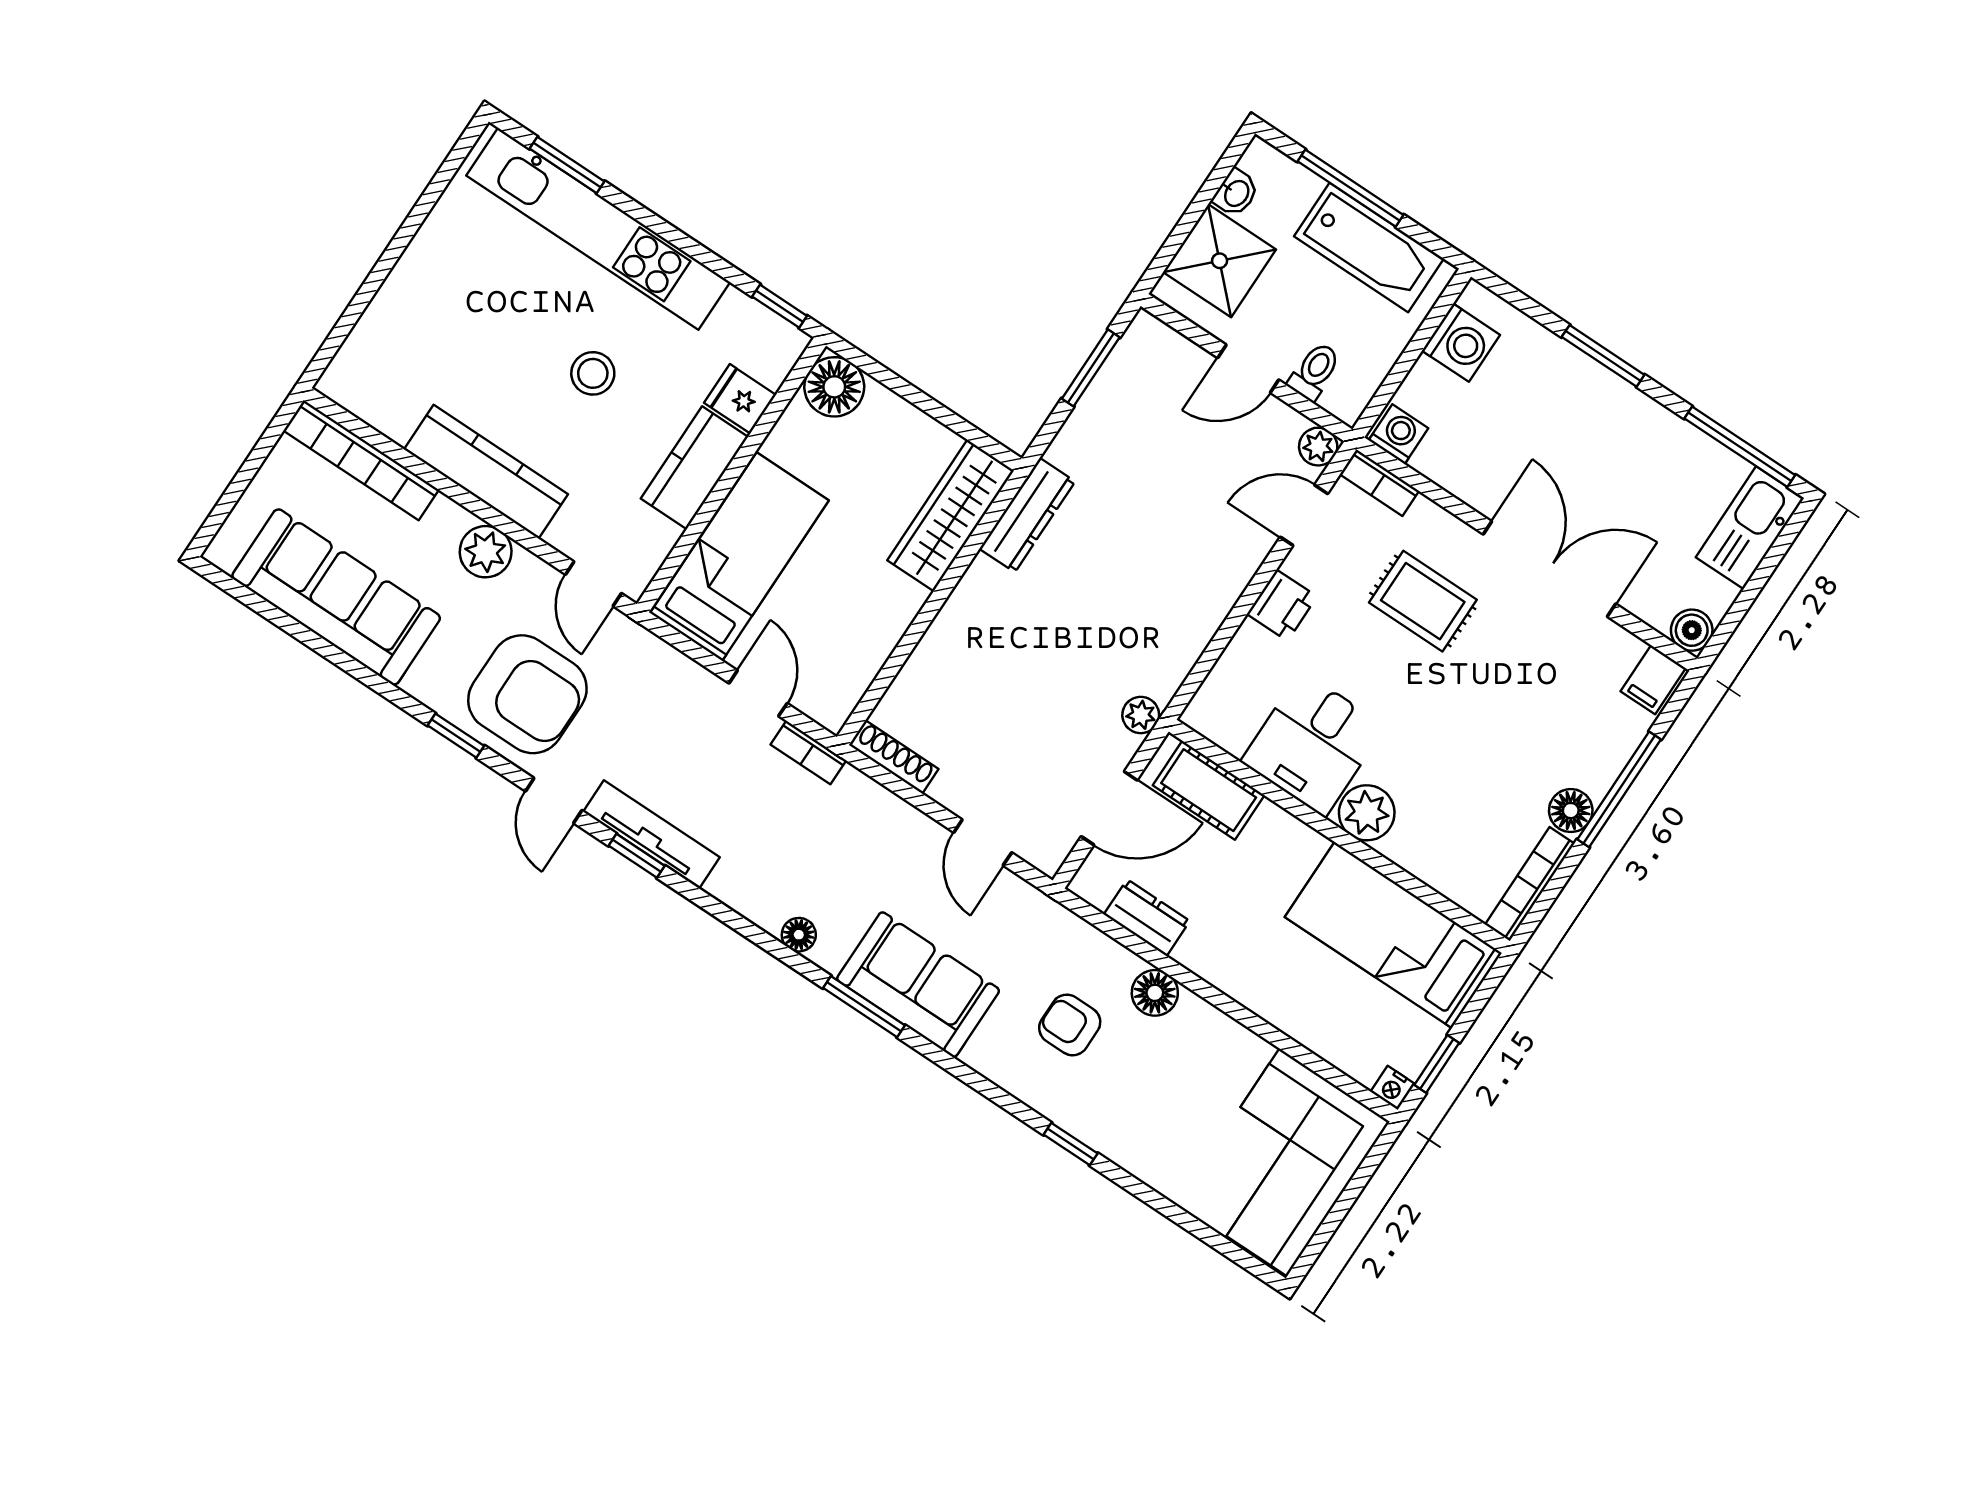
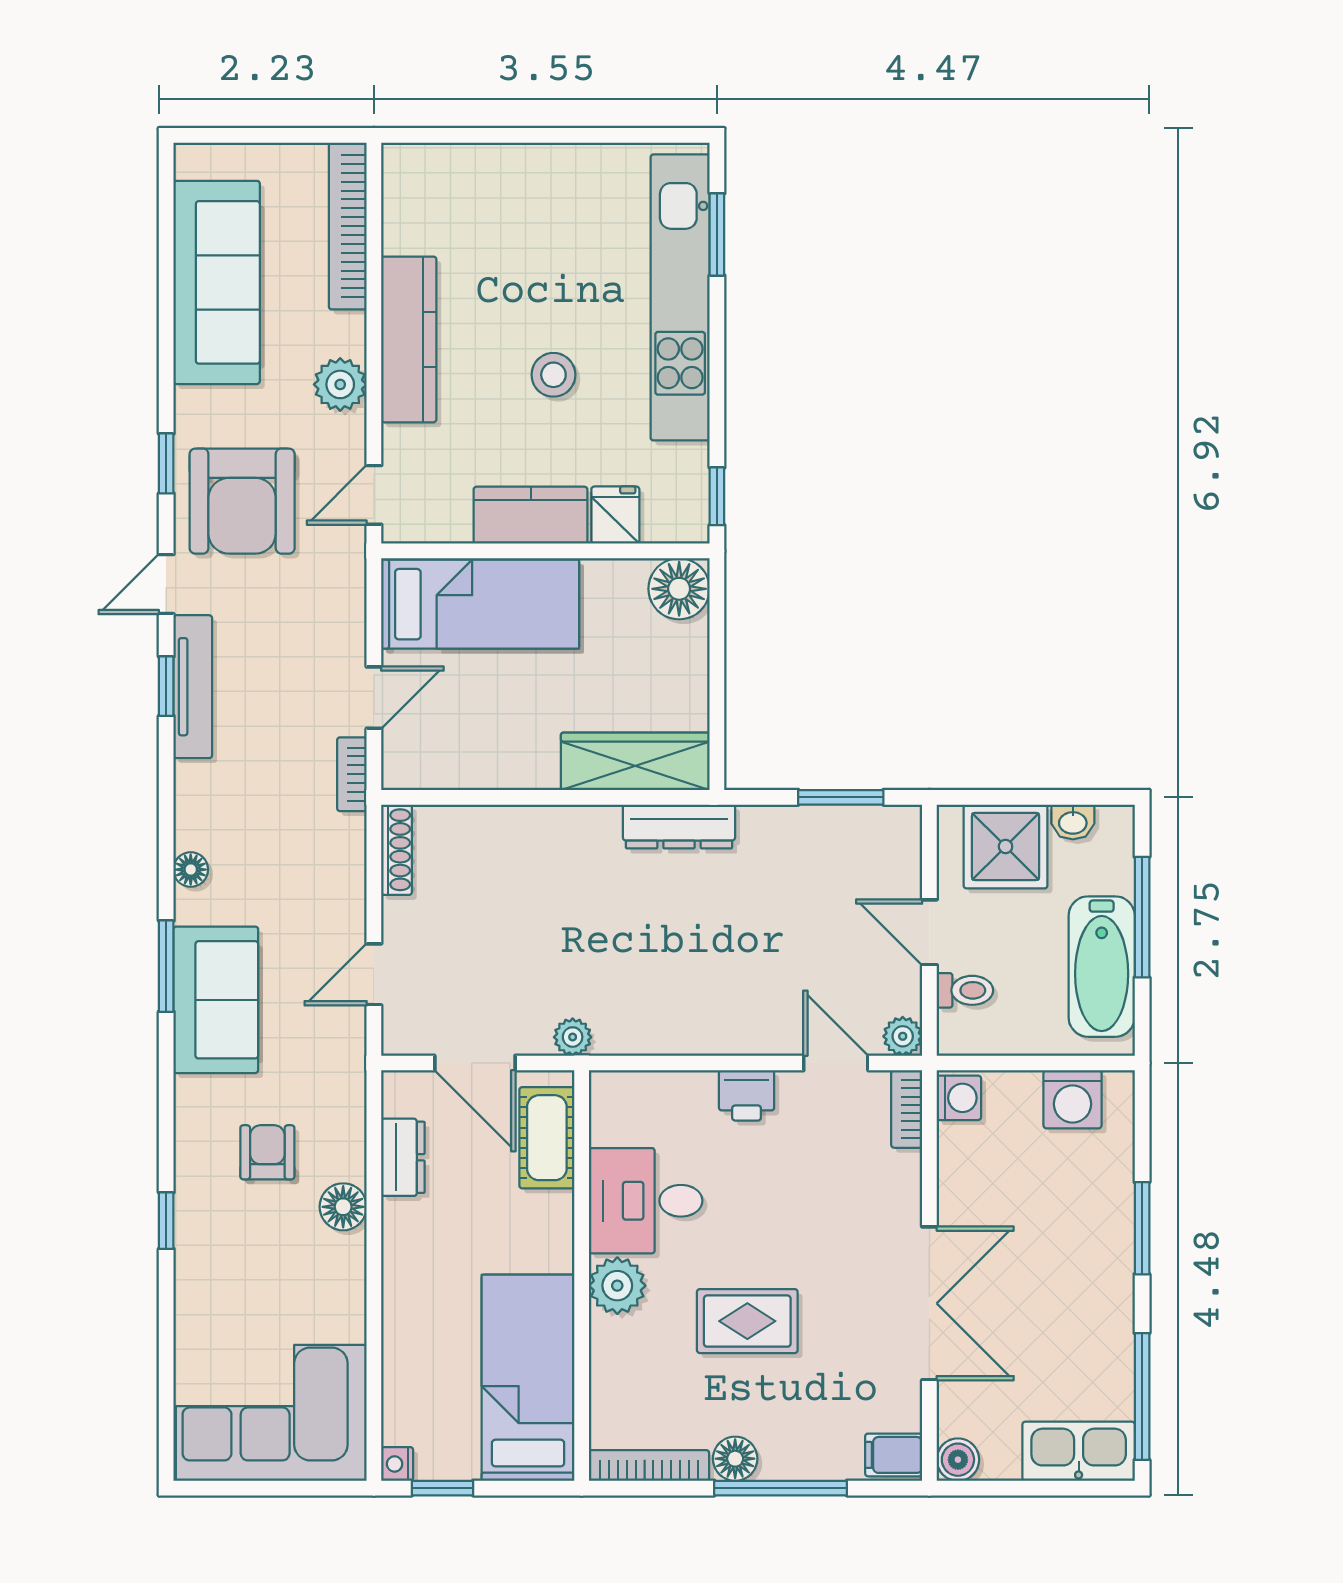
rug: (1423, 601) -> (747, 1321), moved, turned 90

